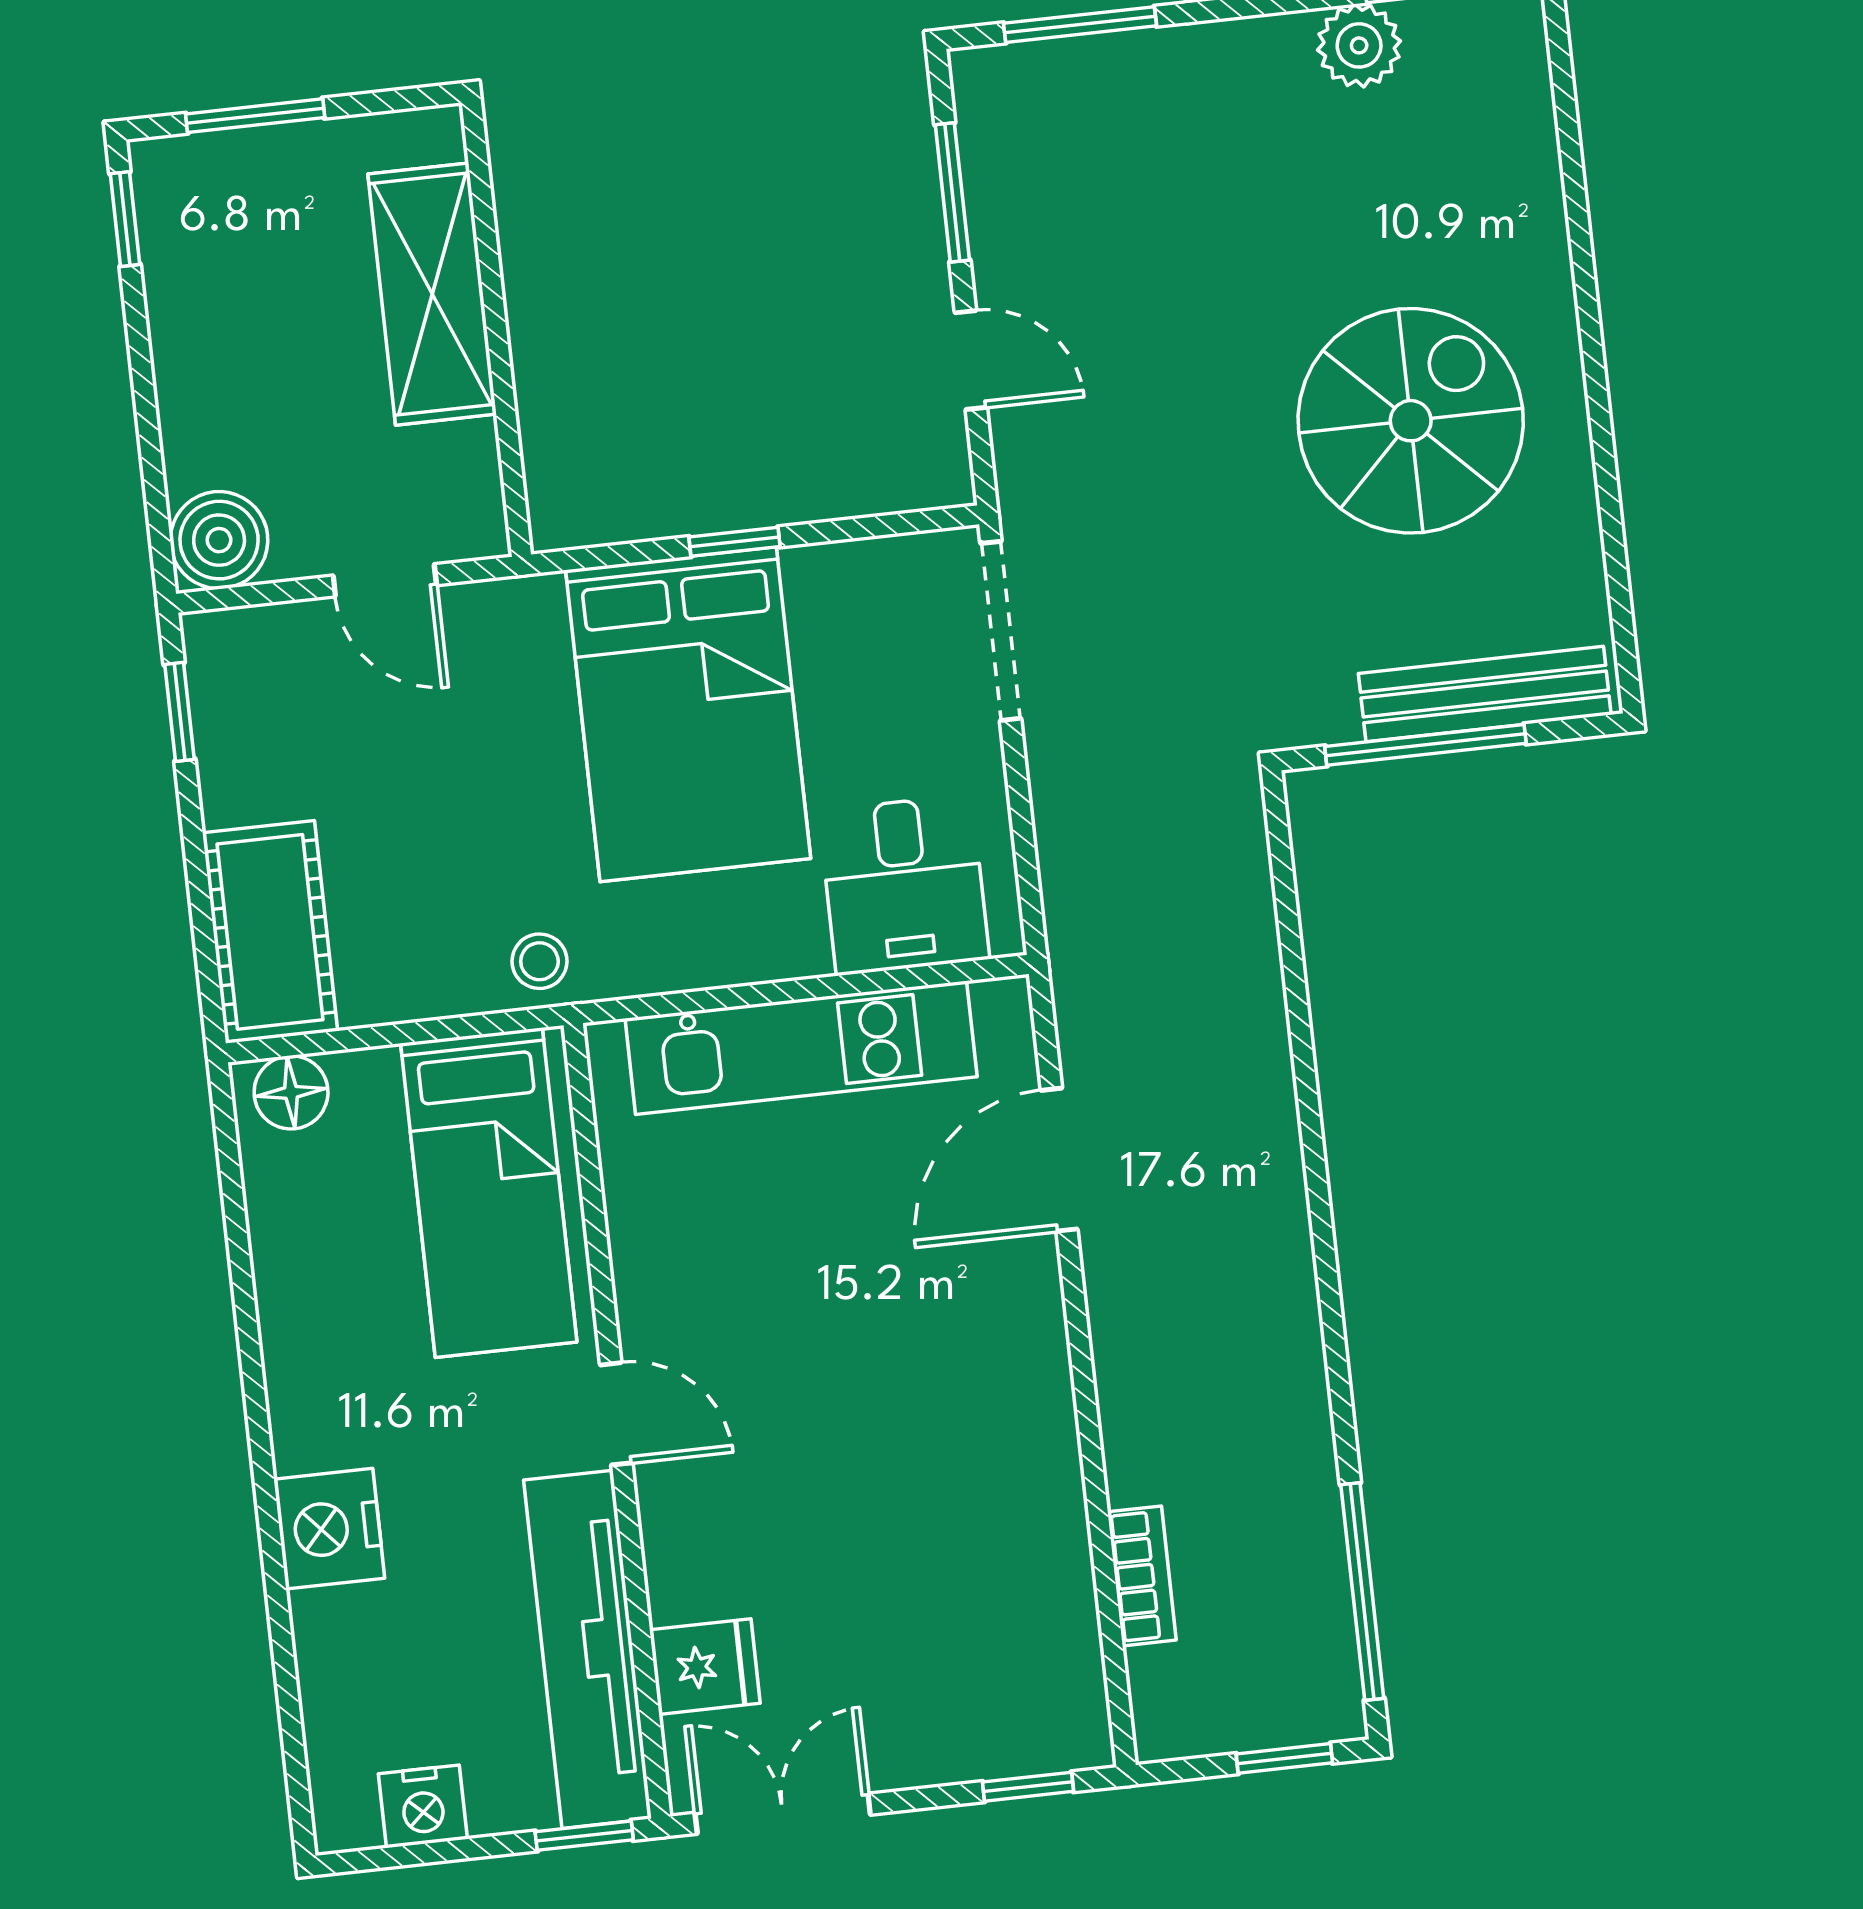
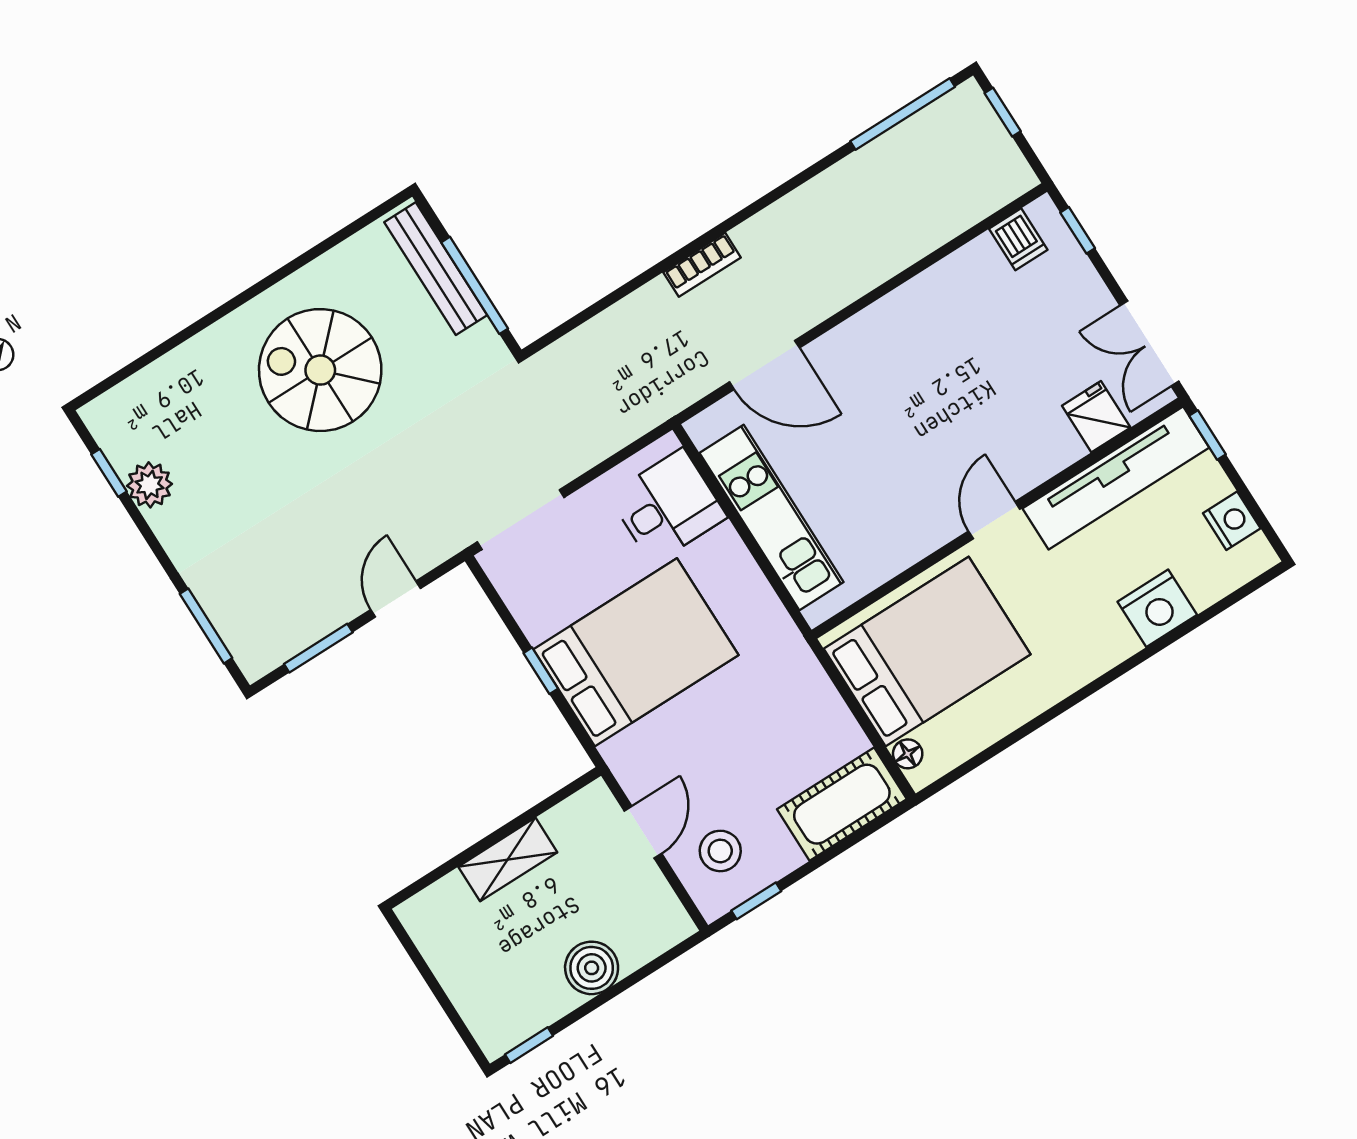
window: (255, 116) -> (447, 1006), removed
shelving: (432, 294) -> (508, 859), width x0.67, depth x0.75
boiler: (219, 540) -> (592, 968), moved
stool: (539, 961) -> (720, 851), moved, width x1.37, depth x1.37
floor lamp: (291, 1092) -> (908, 754), width x0.73, depth x0.73
bed: (489, 1193) -> (927, 651), width x1.50
nightstand: (329, 1529) -> (1157, 608), moved
bookcase: (1142, 1576) -> (702, 265), moved, turned 180
dishwasher: (1061, 1681) -> (1018, 239), added

